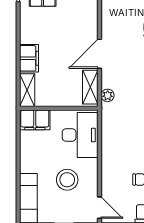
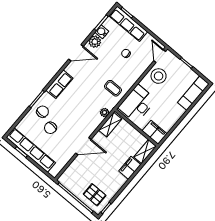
door: (100, 54) -> (83, 146), moved
coffee table: (121, 130) -> (113, 88), added
stool: (67, 180) -> (159, 76), moved

